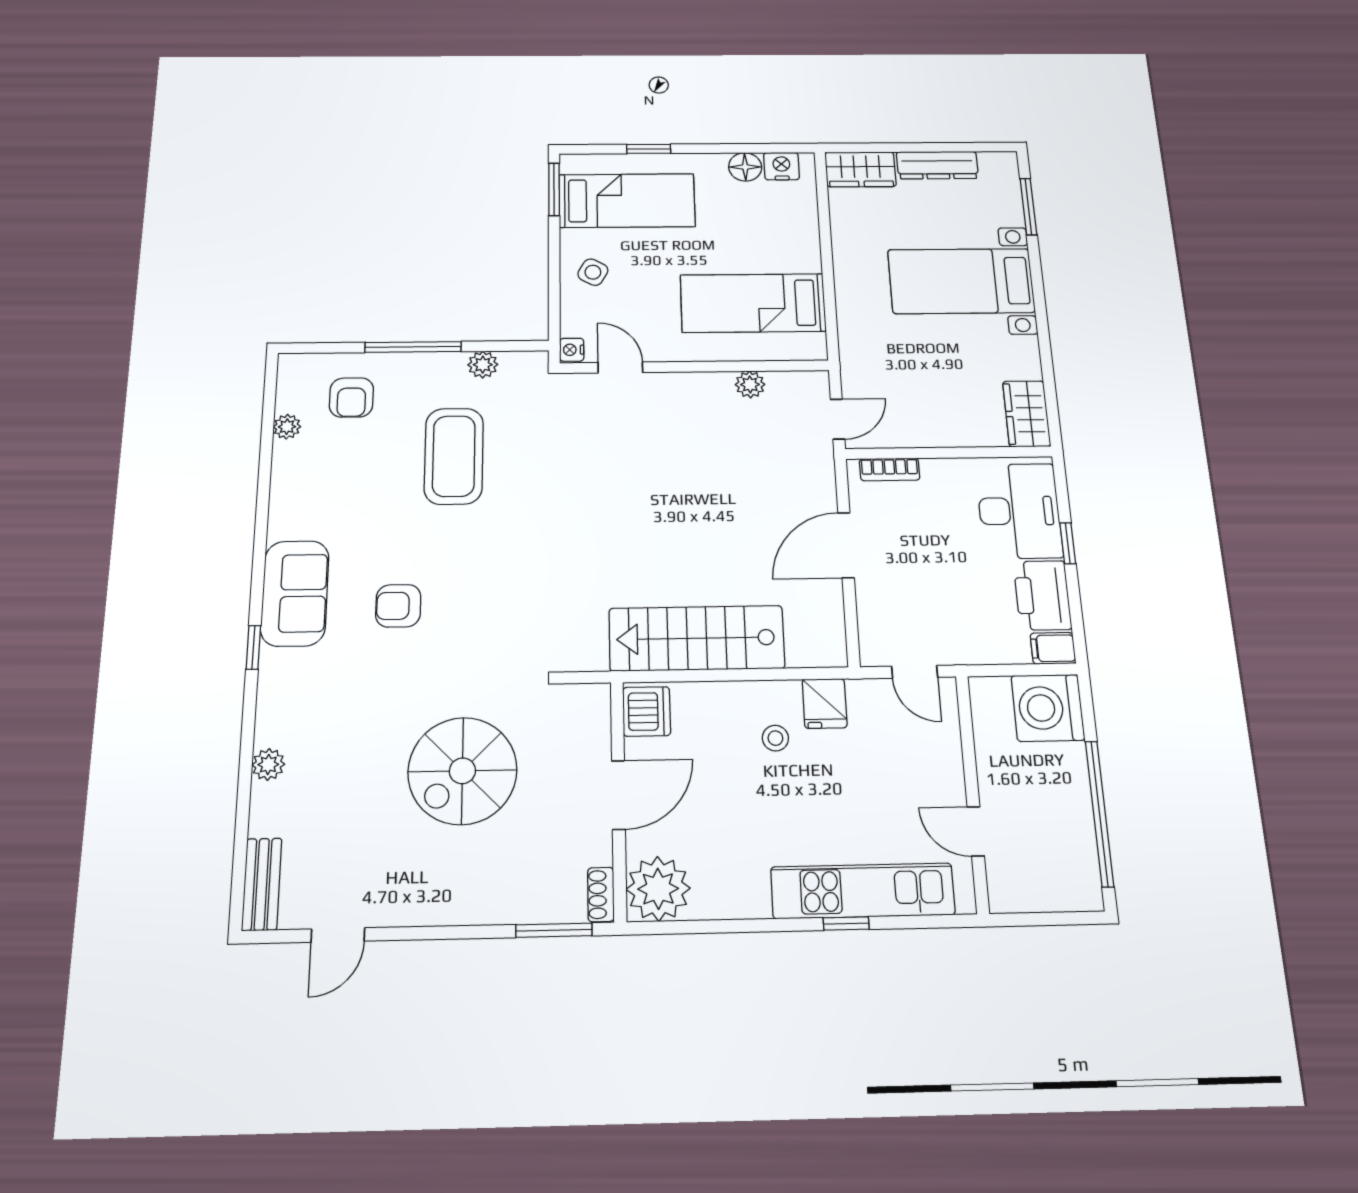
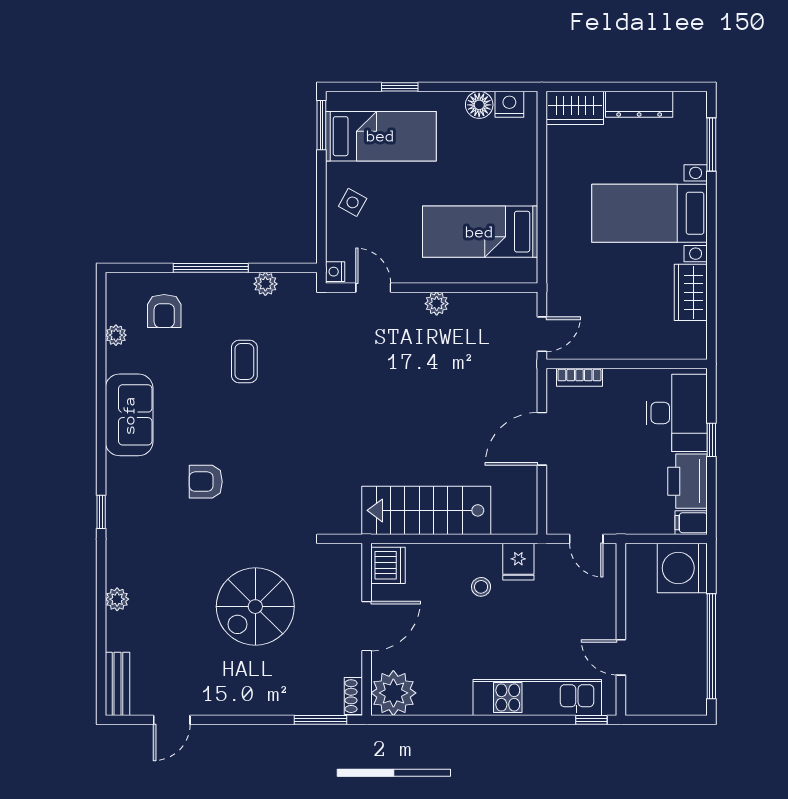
plant: (750, 384) -> (437, 304), moved
wardrobe: (1027, 414) -> (691, 292), moved
coffee table: (454, 456) -> (244, 361), width x0.54, depth x0.58
sofa: (295, 593) -> (129, 415), moved
window: (846, 924) -> (591, 720), moved

